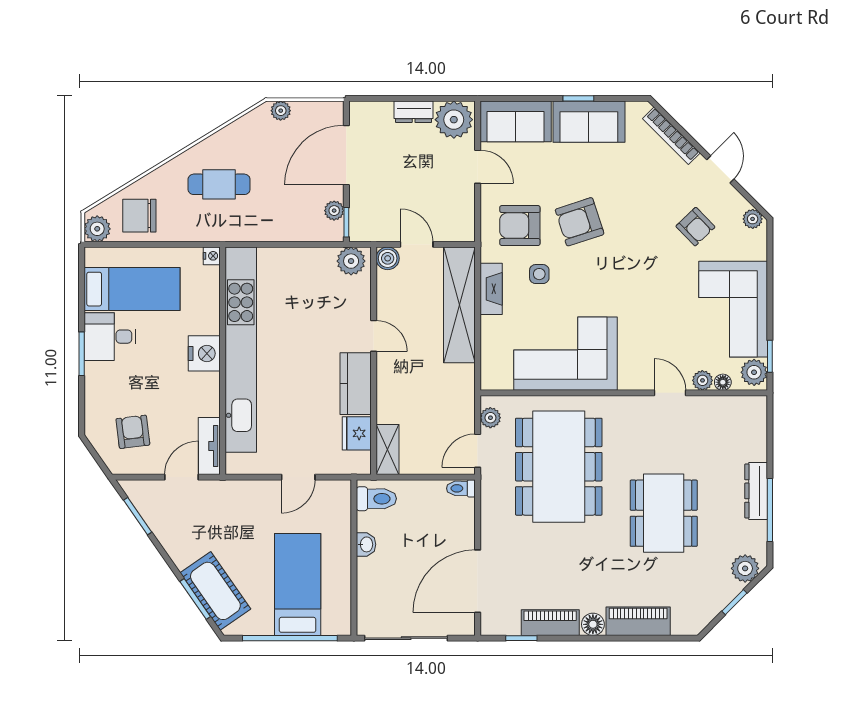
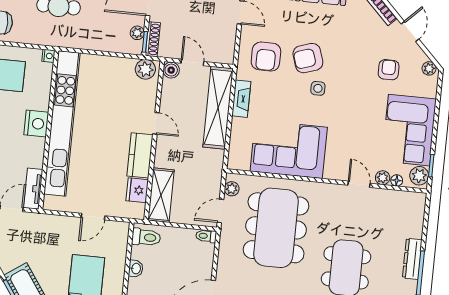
shoe rack: (357, 217) -> (153, 39), added
armchair: (520, 226) -> (266, 57), turned -90
armchair: (695, 227) -> (389, 70), turned -136
side table: (539, 274) -> (318, 88), moved
shelving: (387, 449) -> (161, 195), width x1.50, depth x1.33

